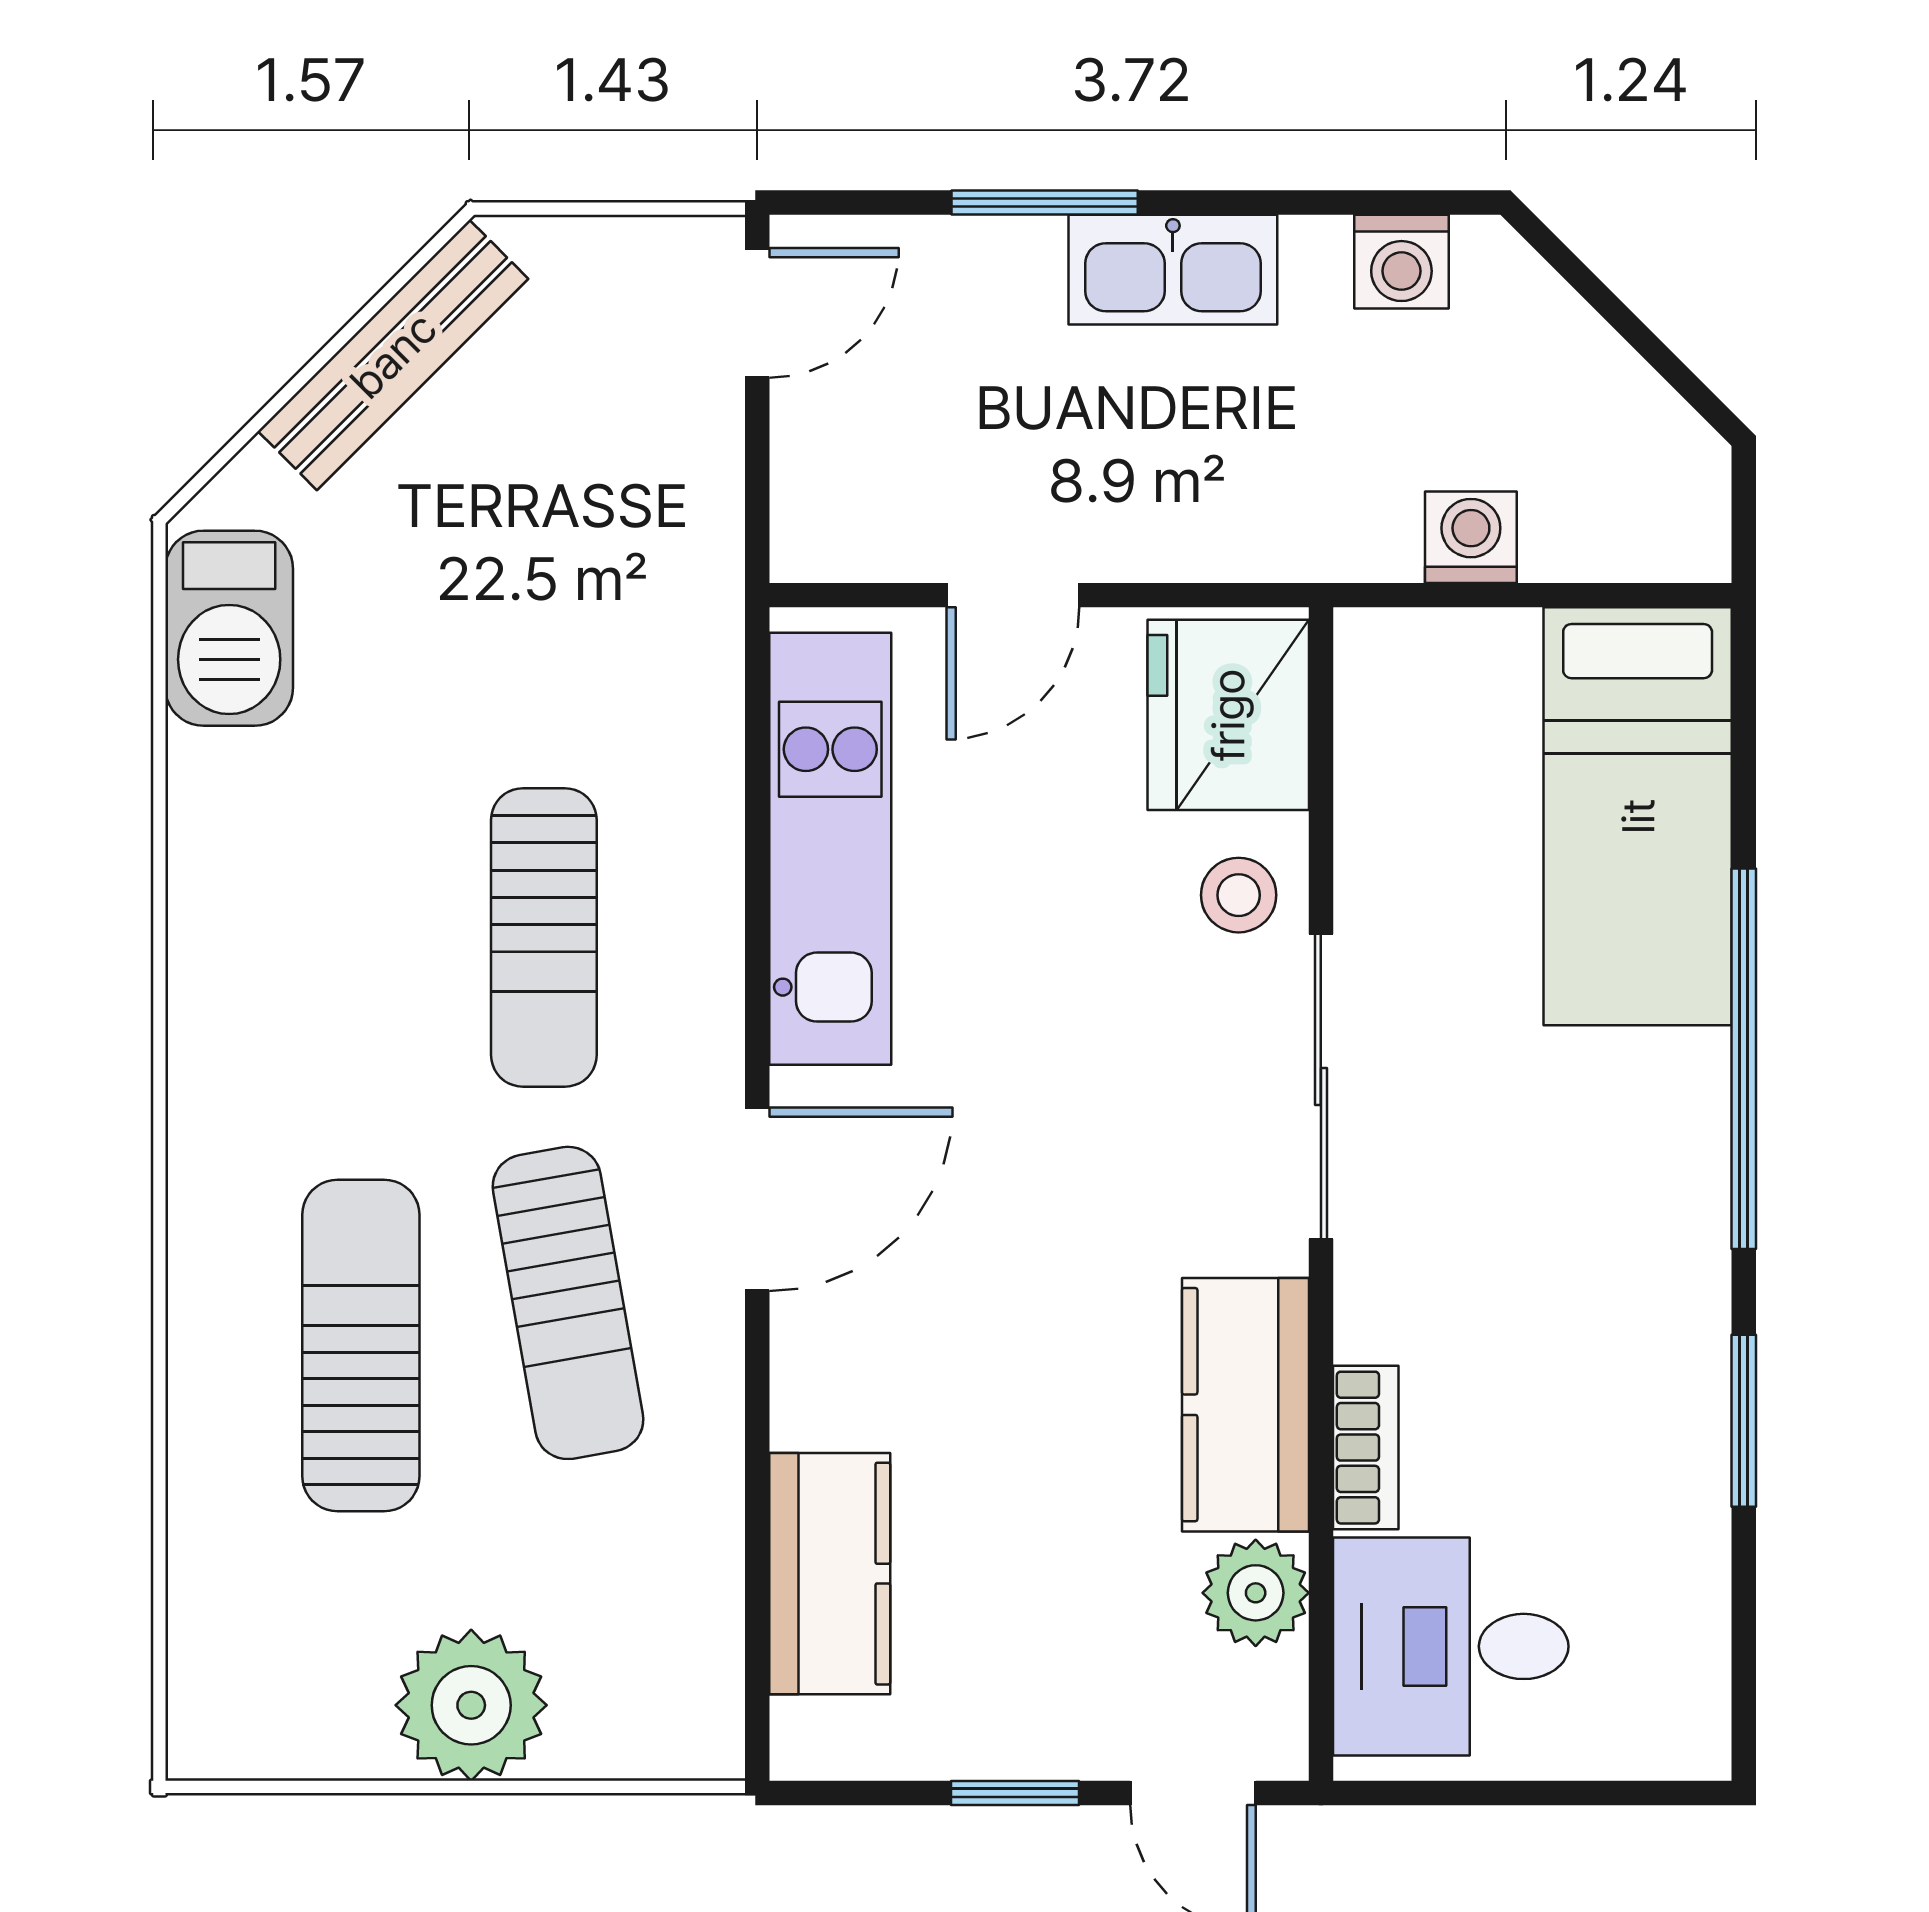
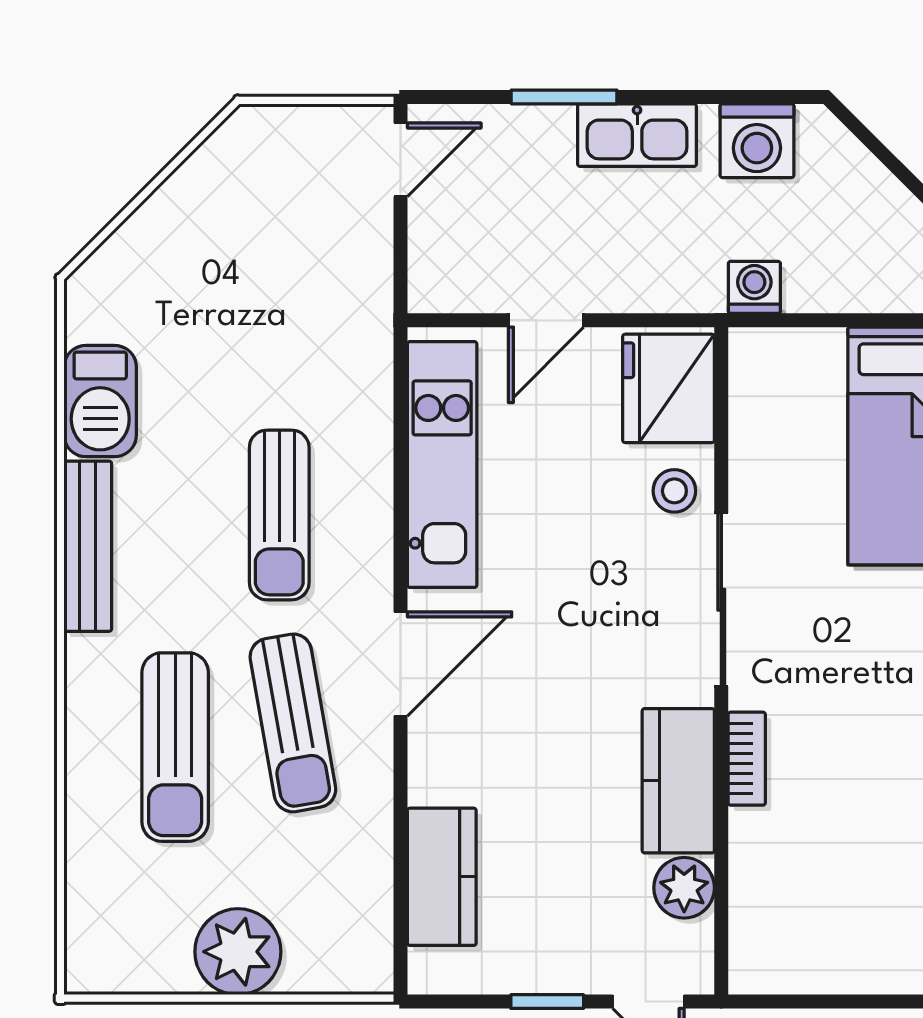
washing machine: (1401, 262) -> (757, 141), width x1.38, depth x1.38
bench: (393, 355) -> (88, 546), moved, turned -45
washing machine: (1471, 537) -> (754, 287), moved
barbecue: (229, 628) -> (100, 401), moved
sun lounger: (361, 1345) -> (175, 747), turned 180
bookcase: (1366, 1448) -> (747, 759), moved
desk: (1451, 1646) -> (795, 918), removed

